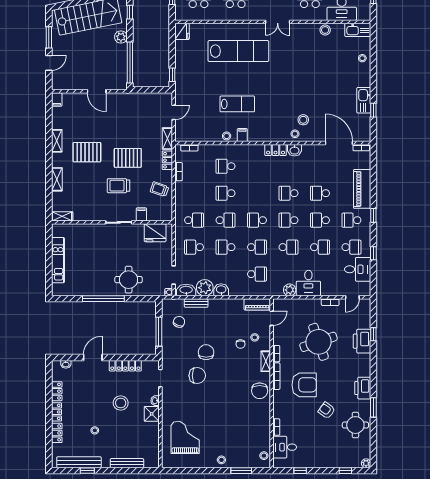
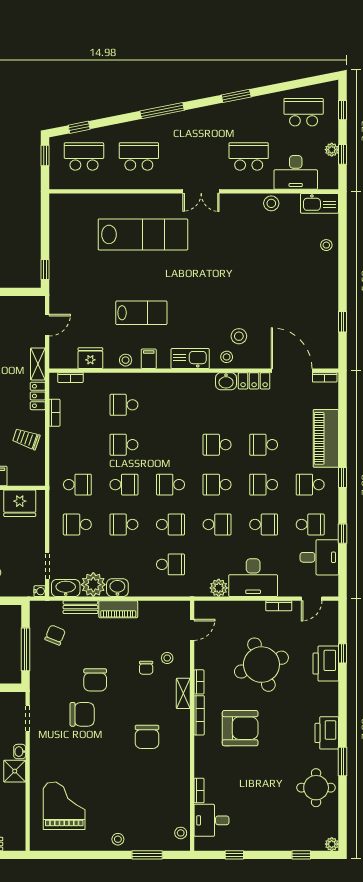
fridge: (182, 31) -> (90, 358), moved, turned -90
kitchen sink: (364, 100) -> (190, 359), moved, turned 90
locker: (276, 150) -> (254, 381), moved
desk: (308, 283) -> (253, 578), width x1.37
piano: (257, 304) -> (118, 609), moved
chair: (206, 352) -> (95, 680), turned 180
chair: (260, 391) -> (147, 737), moved
armchair: (327, 410) -> (273, 766), removed

